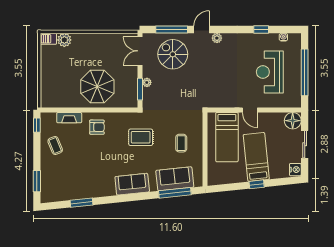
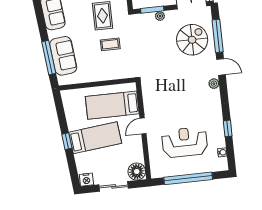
coffee table: (181, 143) -> (110, 44), moved

